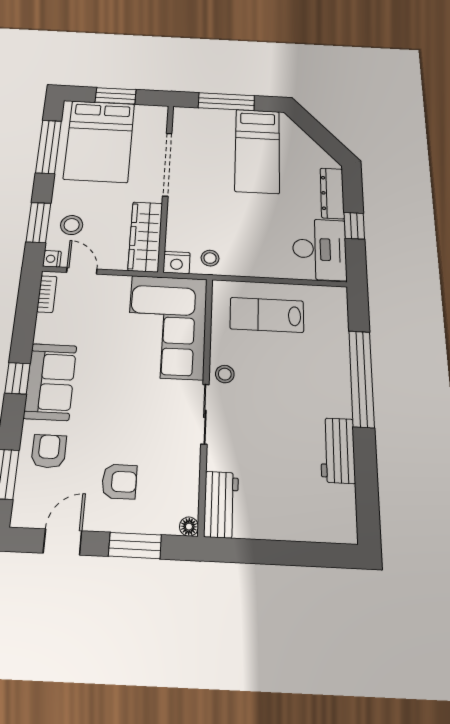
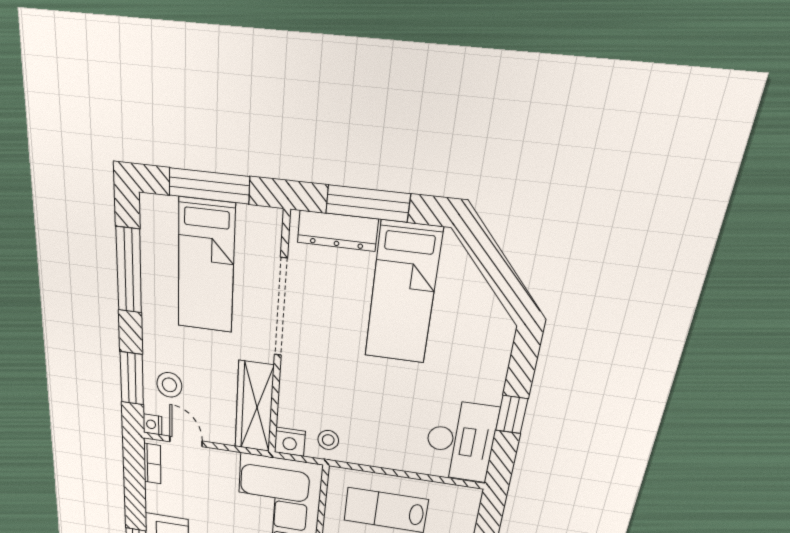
window: (116, 96) -> (209, 186), width x1.44
bed: (99, 141) -> (206, 266), width x0.67
dresser: (332, 193) -> (338, 231), moved, turned -90

